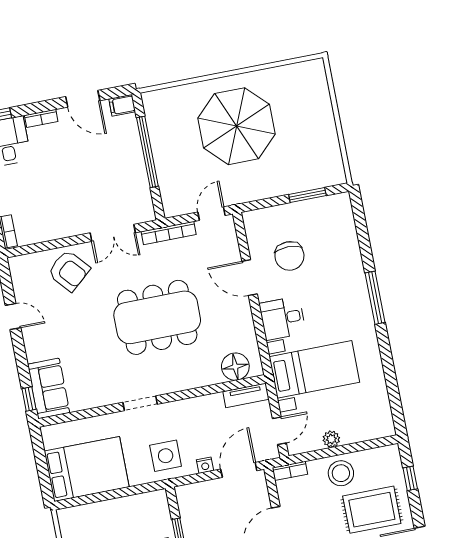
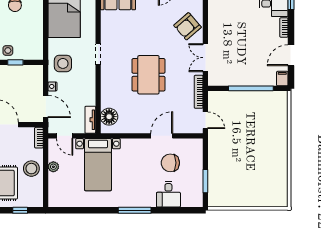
parasol: (236, 126) -> (256, 146), removed
dining table: (157, 317) -> (148, 75), width x0.73, depth x0.80
desk: (283, 318) -> (168, 194), moved, turned 180

